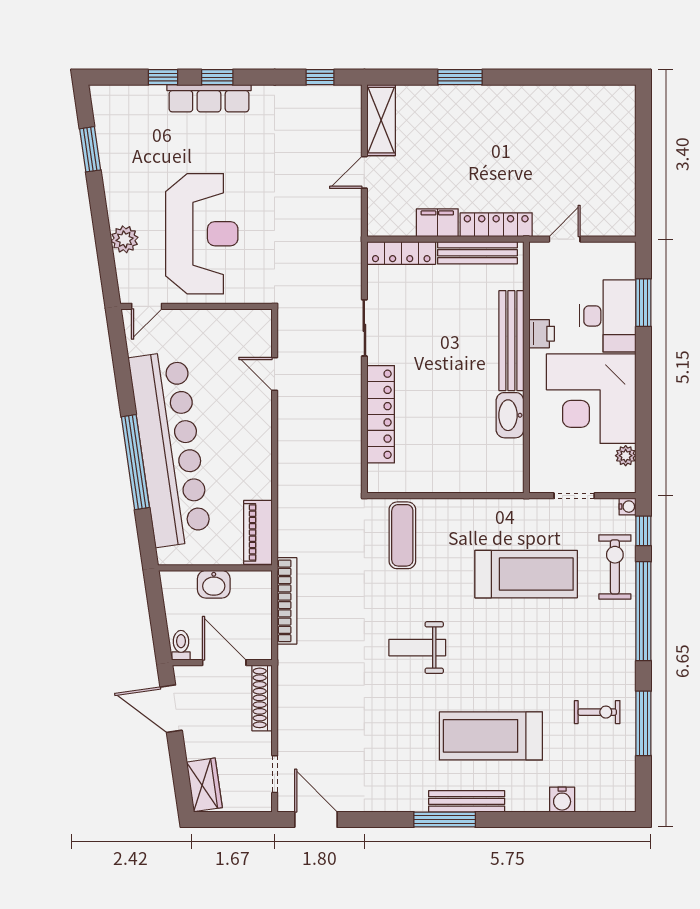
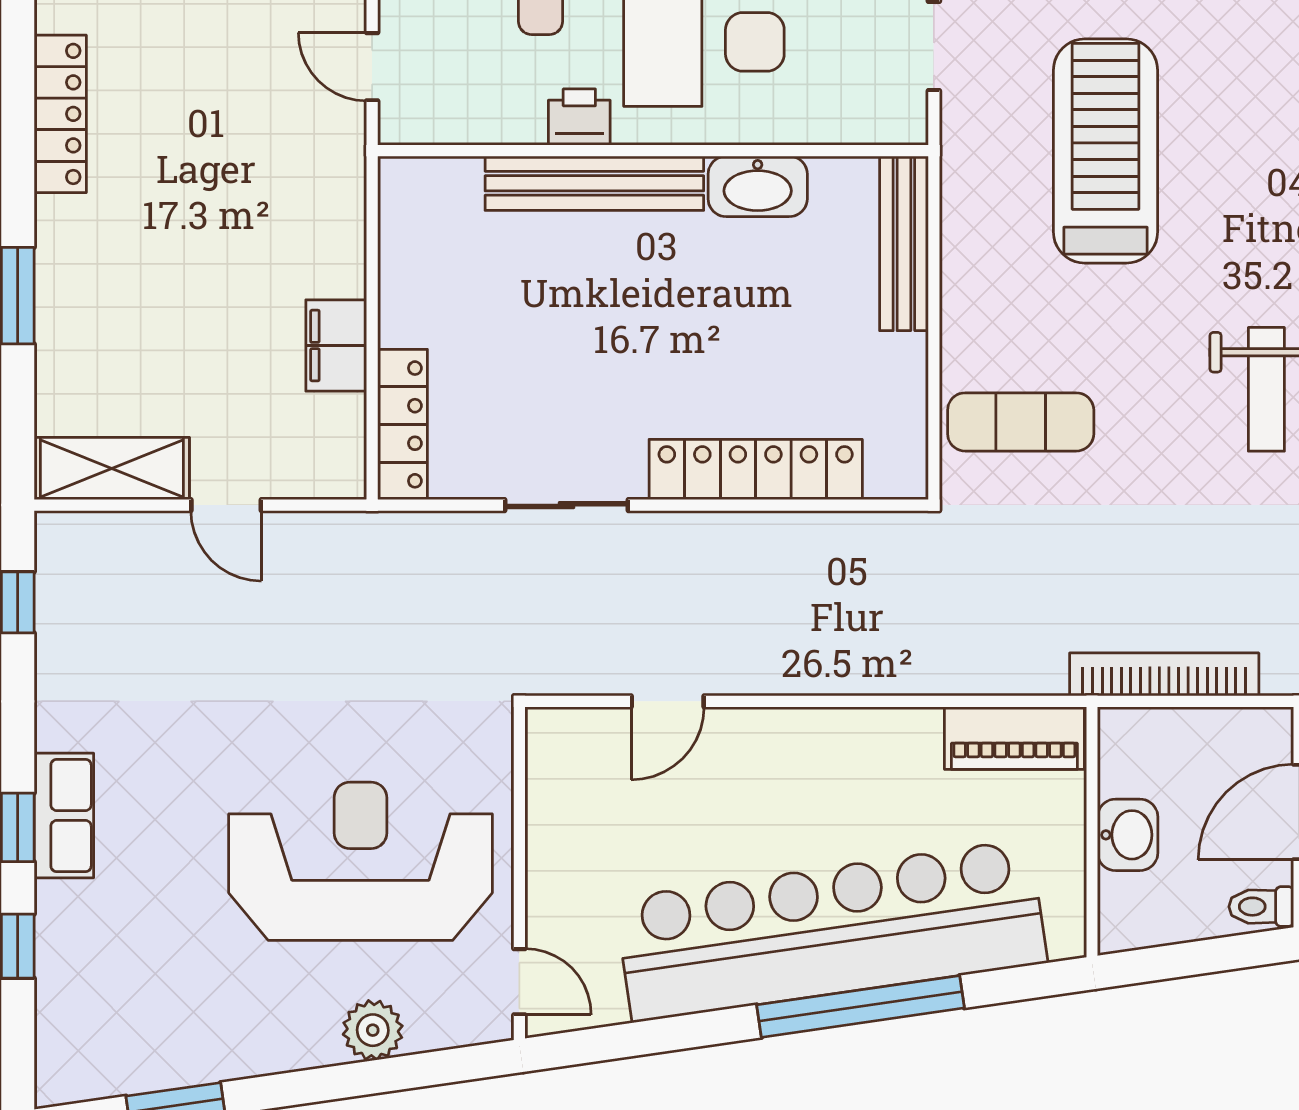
row of seats: (209, 98) -> (64, 815), width x0.68
locker: (496, 225) -> (60, 114), moved, turned 180
bench: (477, 253) -> (904, 243), moved

